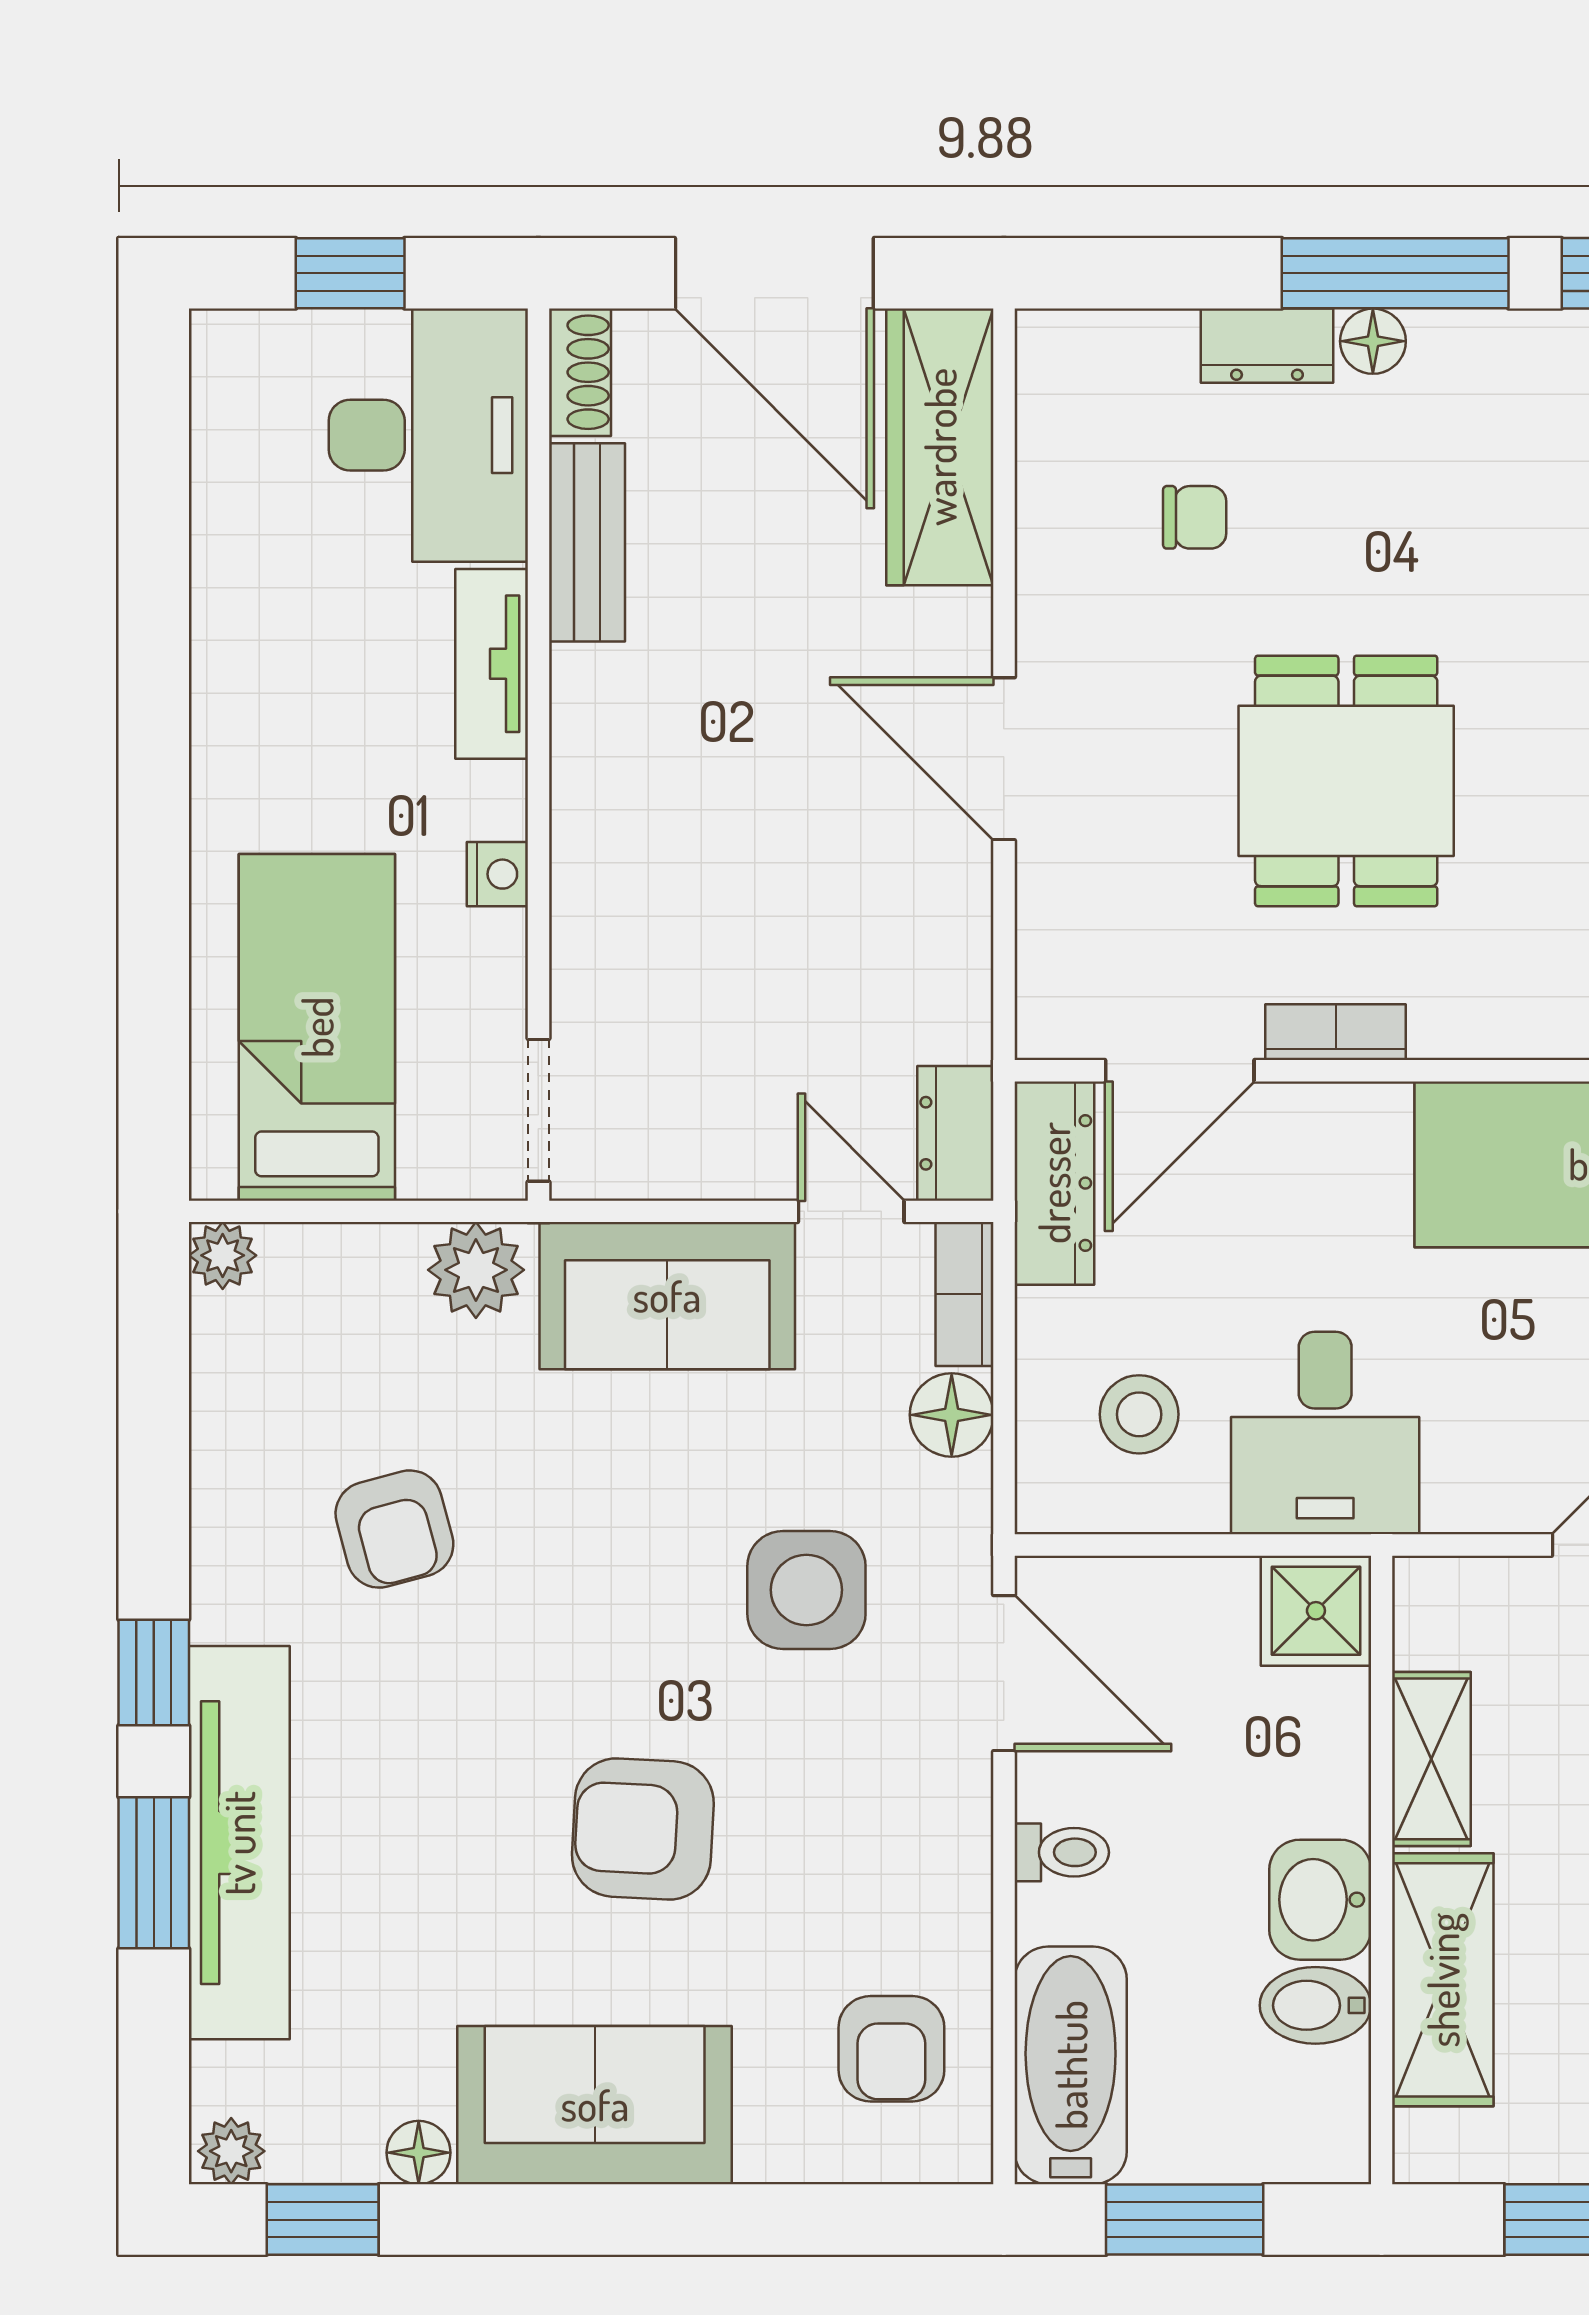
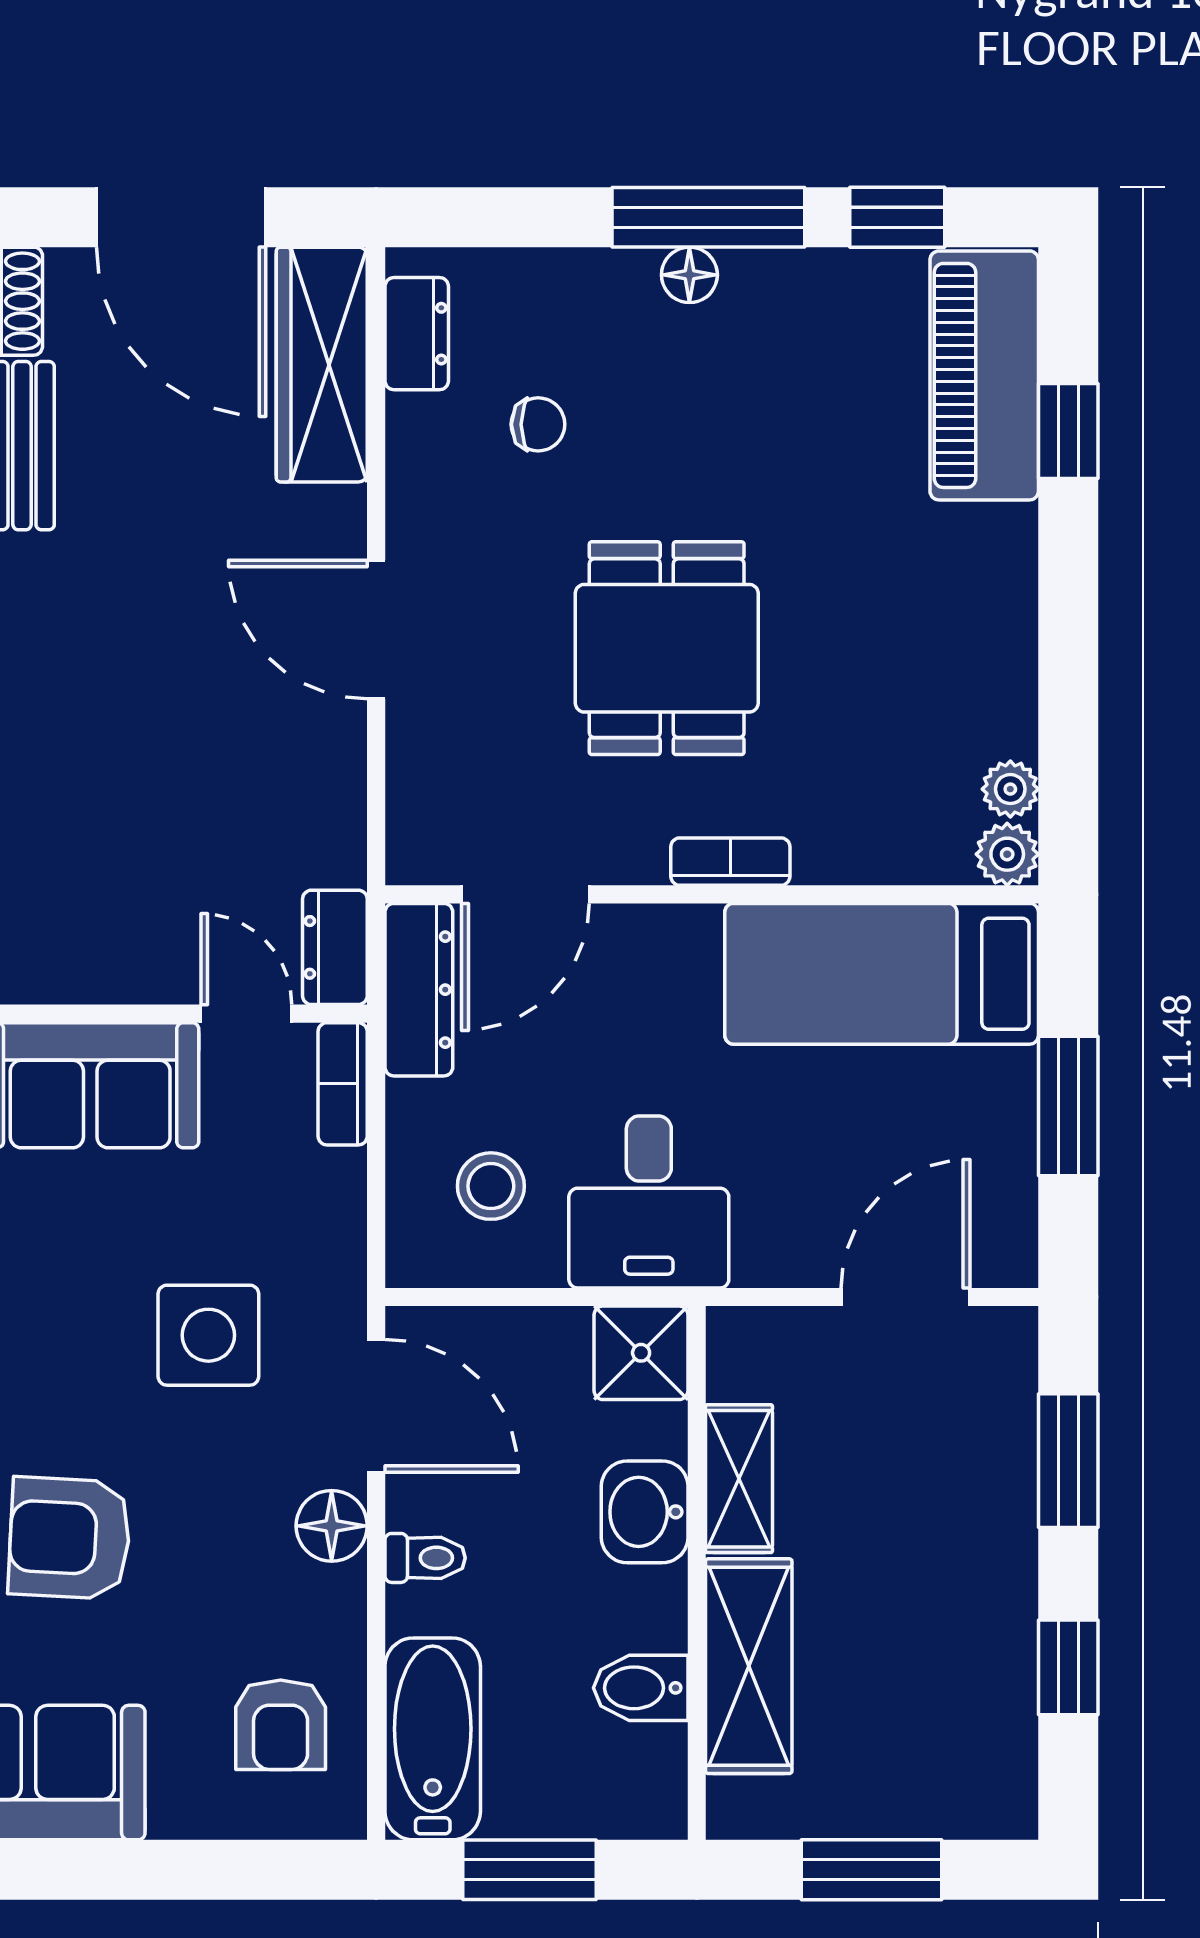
dresser: (1267, 346) -> (417, 334), moved, turned -90
bookcase: (1336, 1032) -> (730, 862), moved
floor lamp: (952, 1415) -> (332, 1526), moved
washbasin: (1320, 1900) -> (645, 1512), moved

